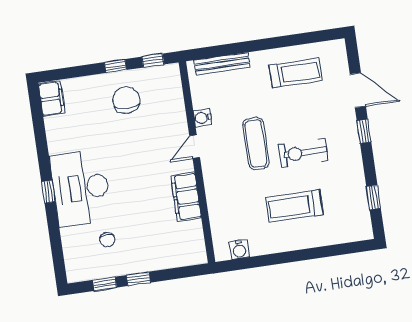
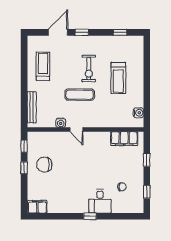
desk: (81, 188) -> (100, 201), width x0.53, depth x0.77
filing cabinet: (186, 197) -> (124, 139), moved
window: (138, 279) -> (147, 160), moved

